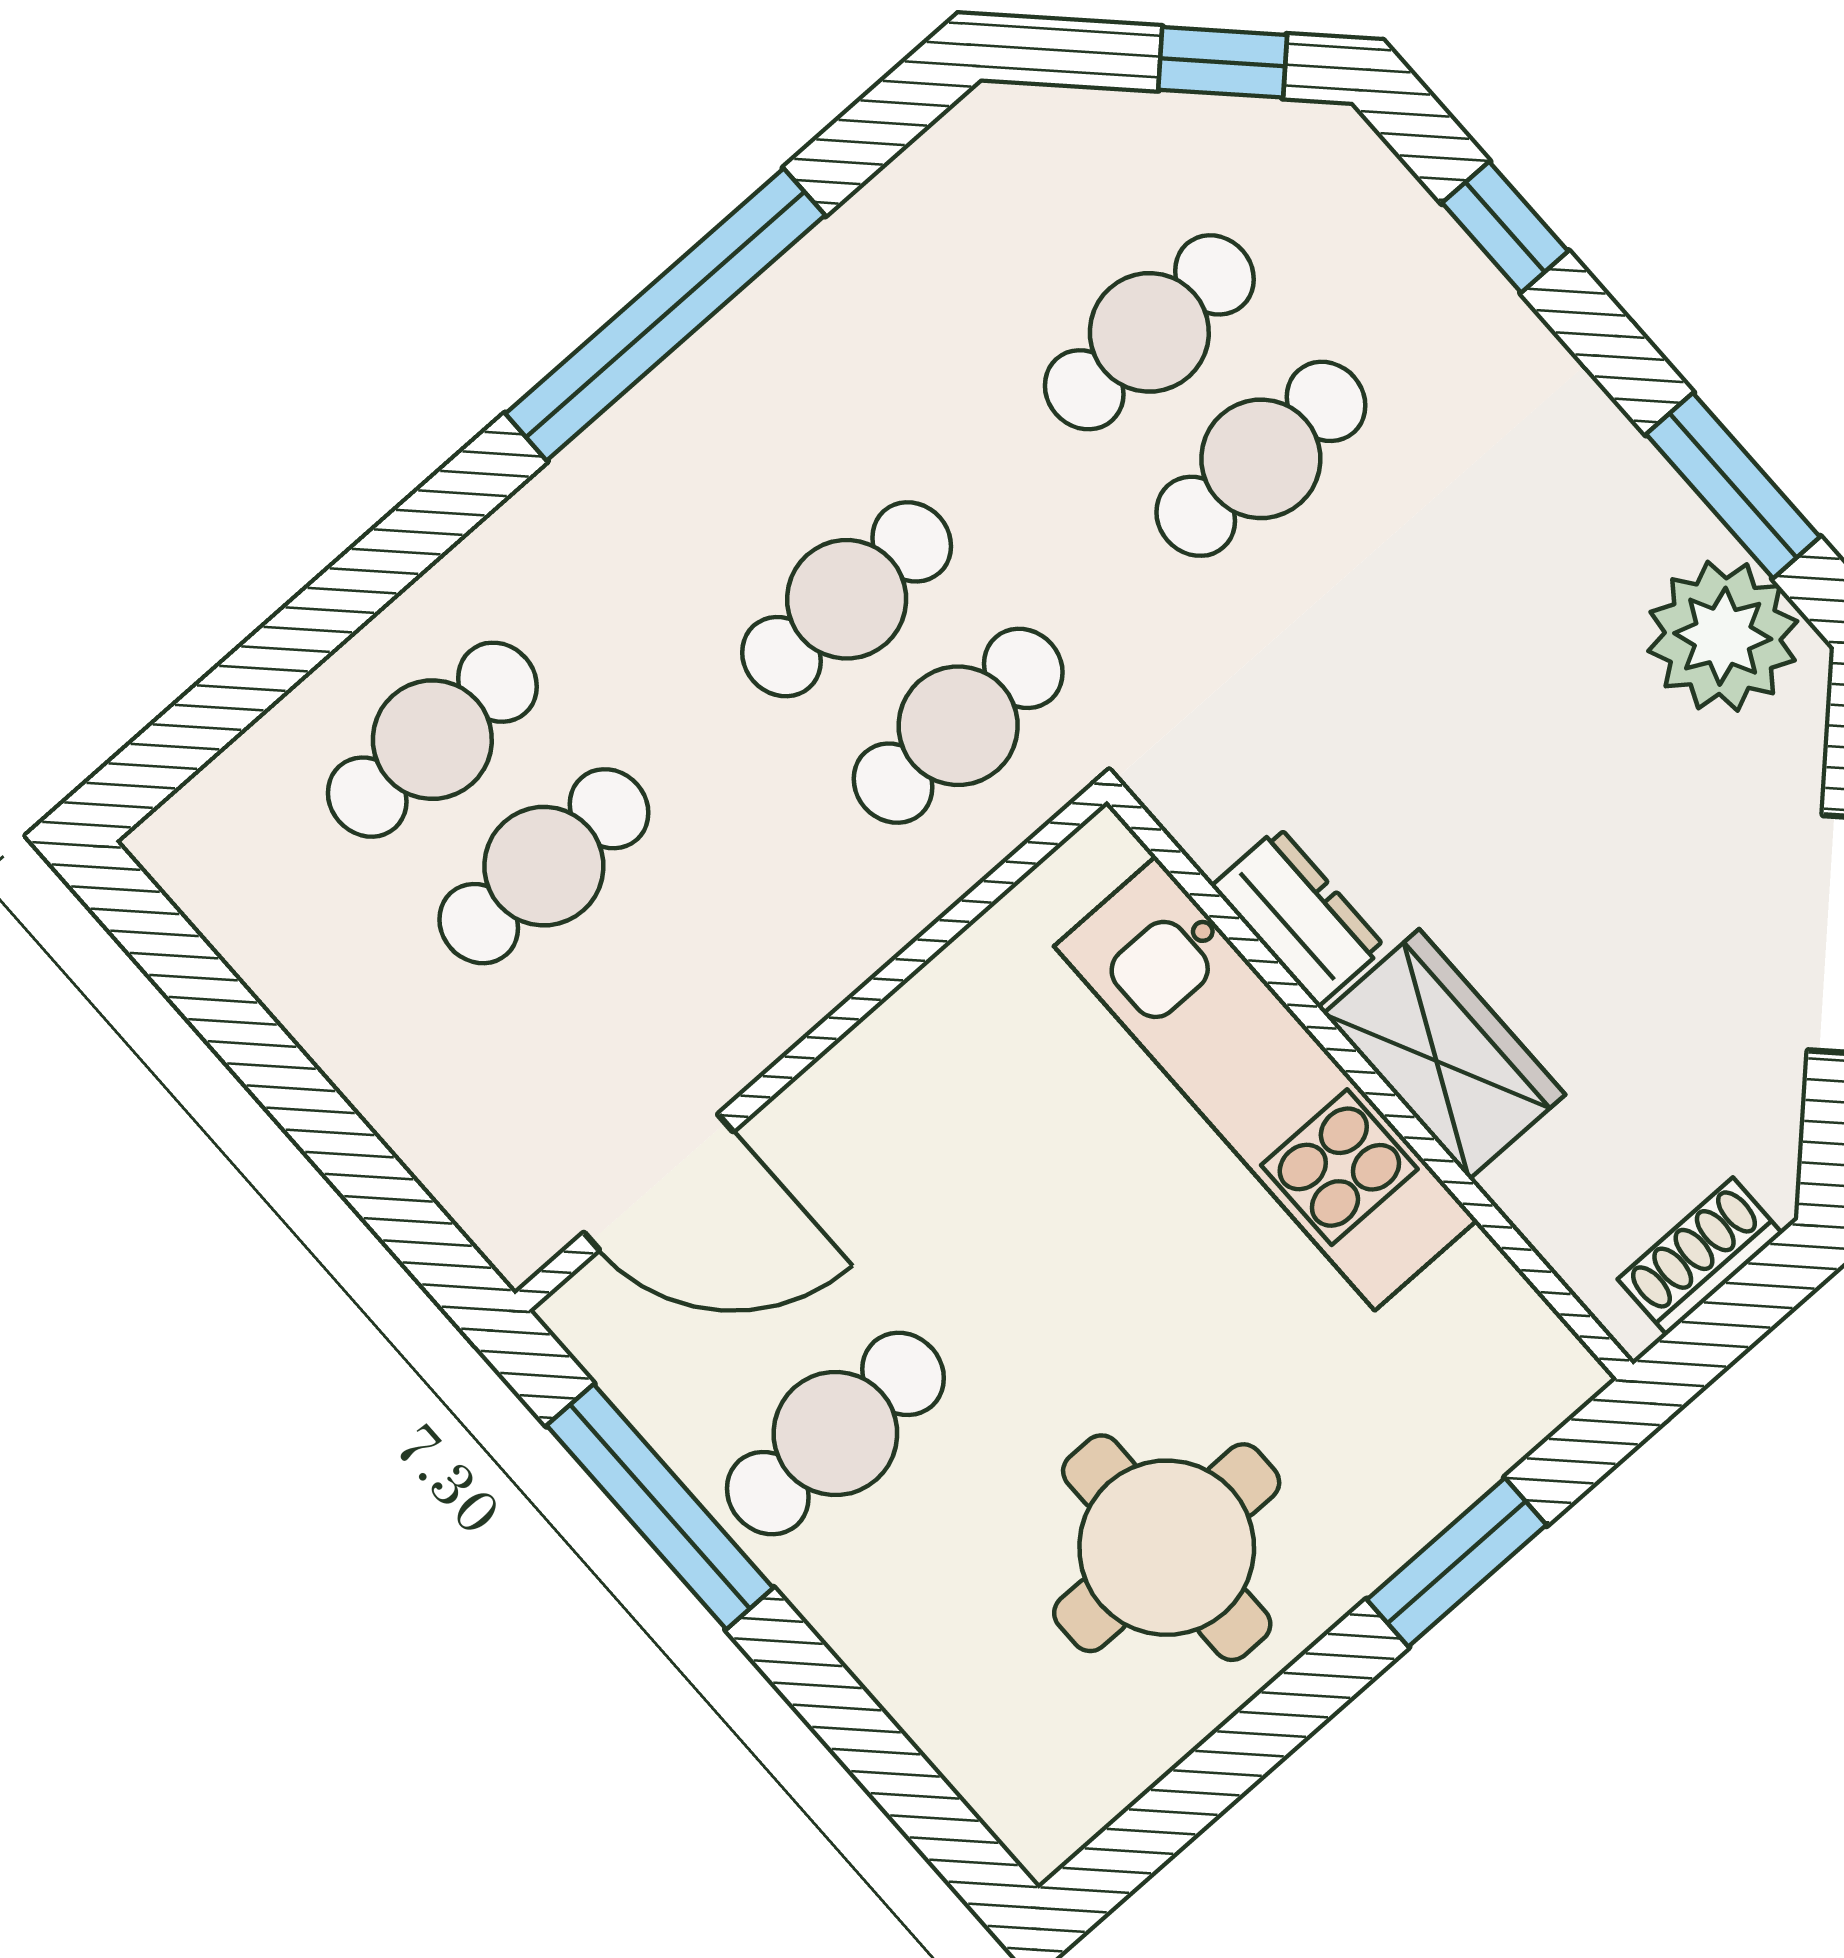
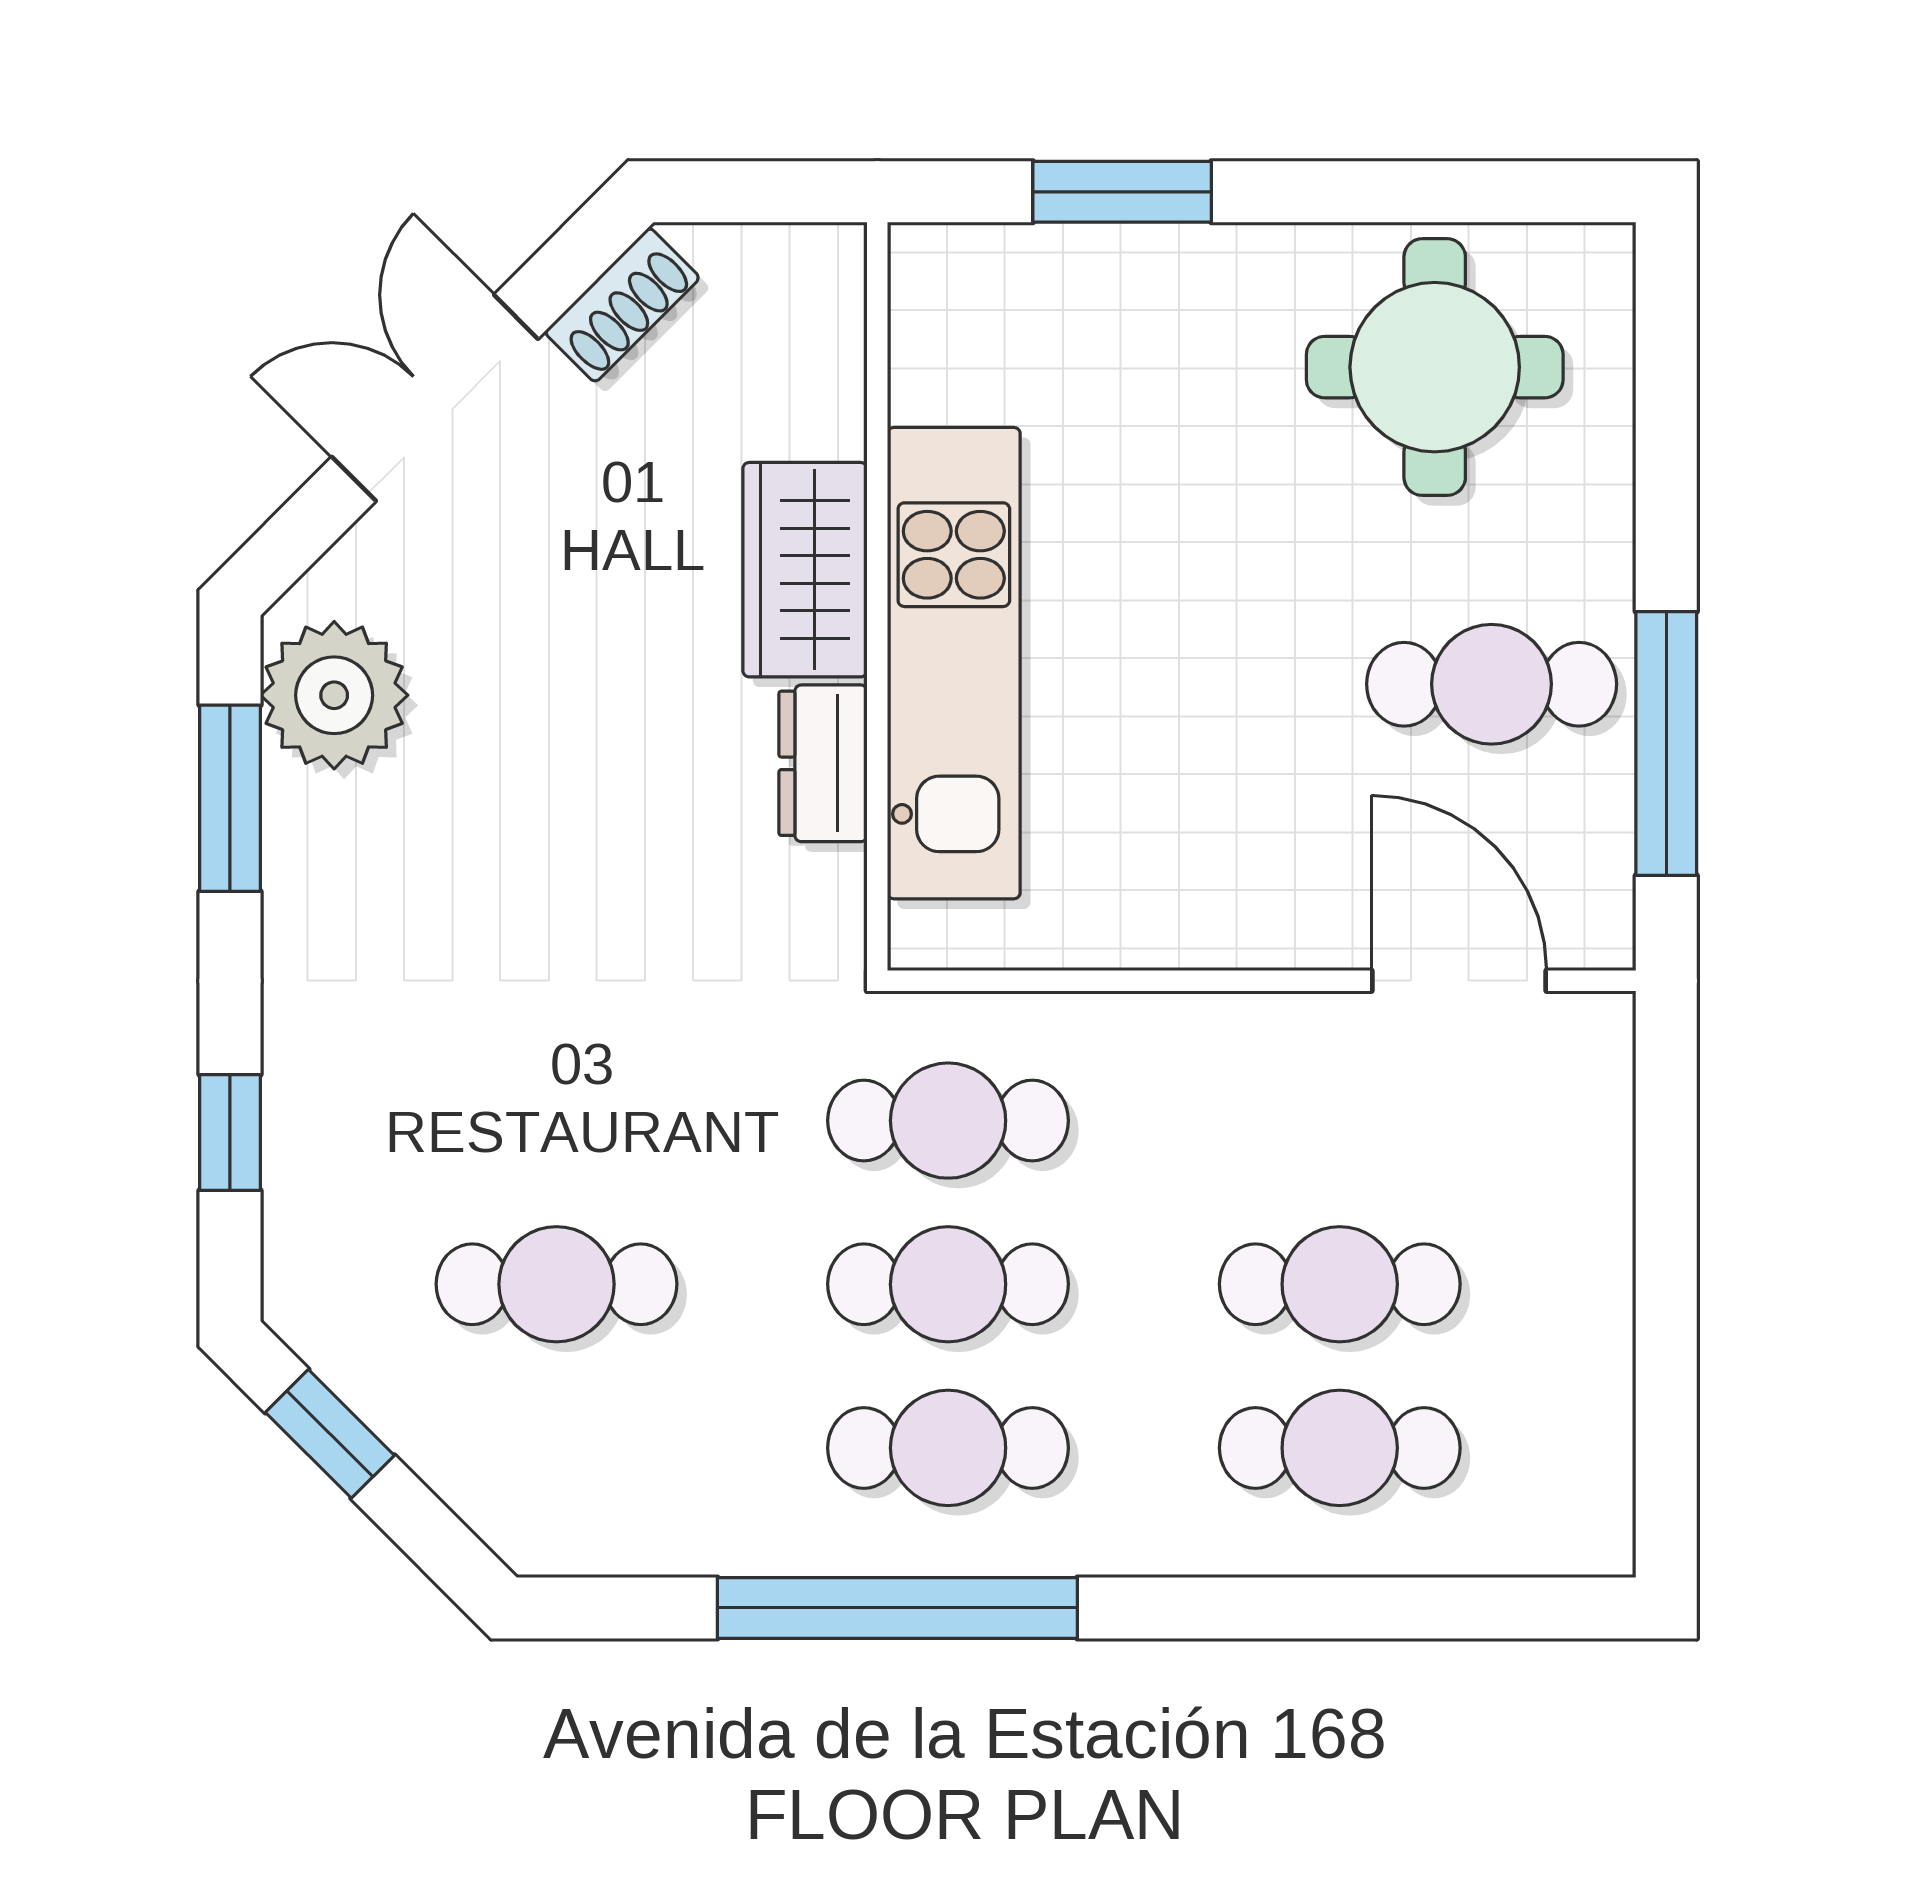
cafe table: (1261, 459) -> (948, 1448), moved
shoe rack: (1700, 1256) -> (622, 305), moved, turned -45
round table: (1167, 1548) -> (1435, 367), moved

